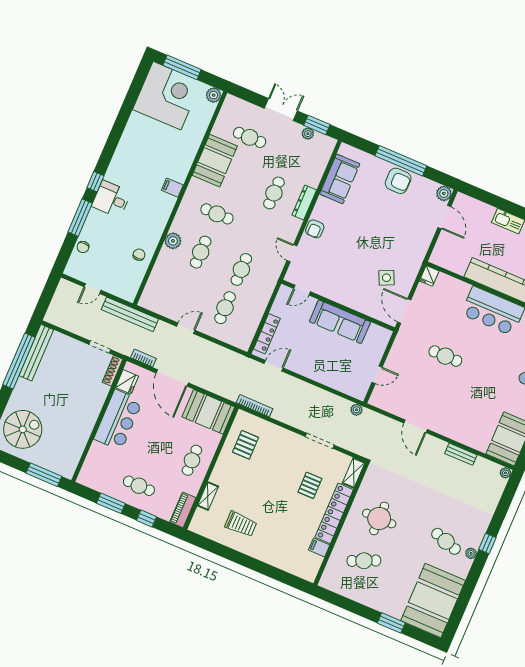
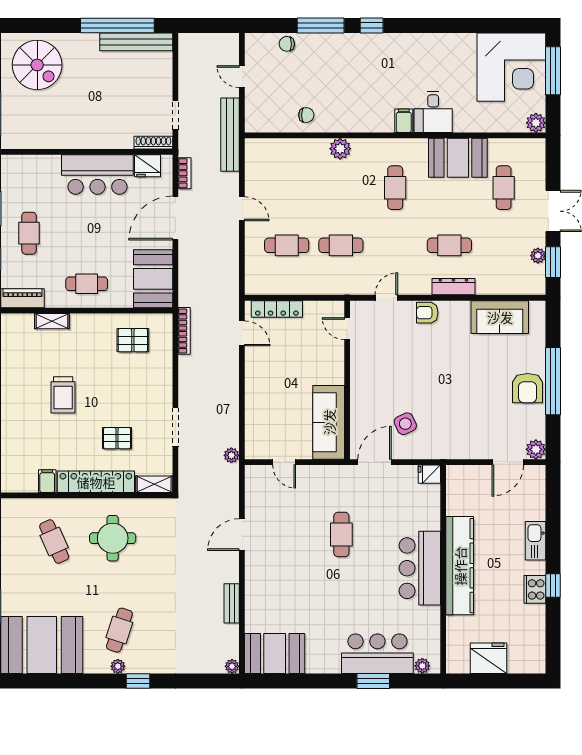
desk: (111, 199) -> (433, 112), moved, turned 180
cafe table: (201, 252) -> (341, 188), removed
sofa: (340, 322) -> (329, 422), moved
trolley: (241, 524) -> (63, 395), moved

